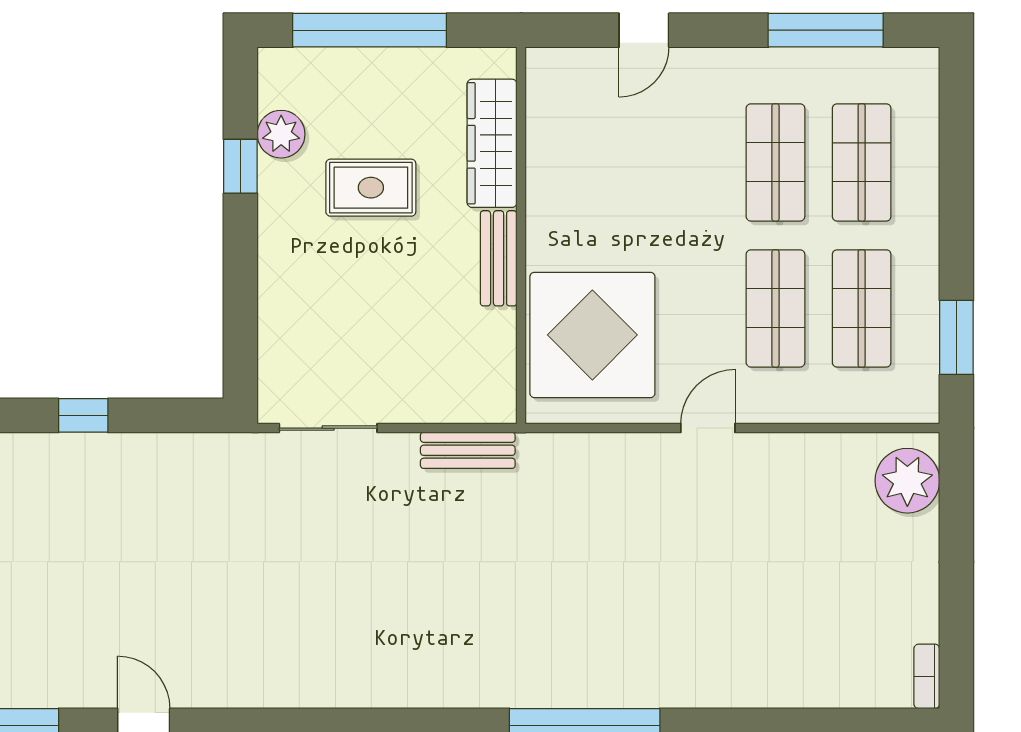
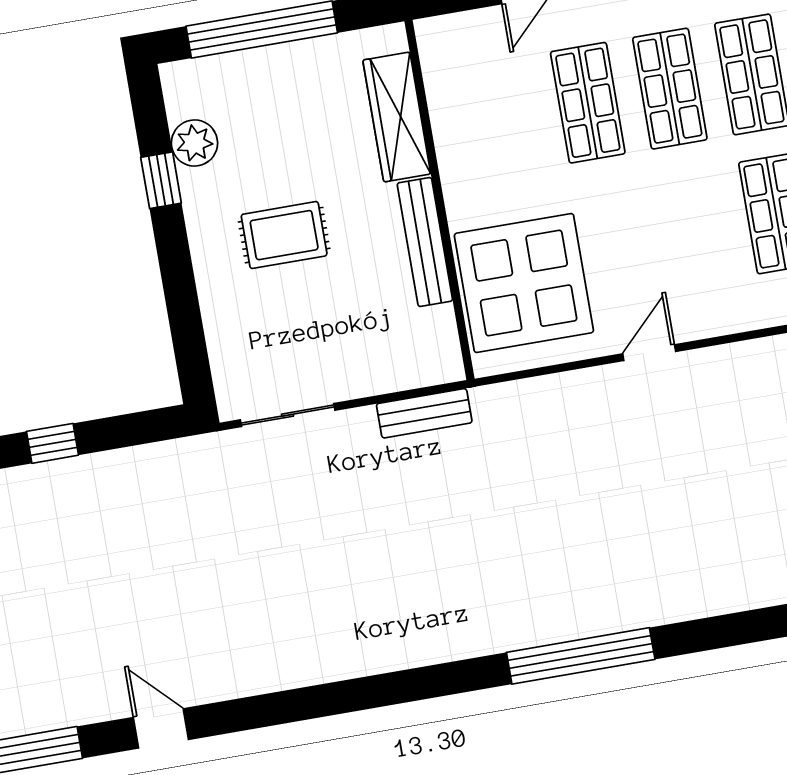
rug: (371, 188) -> (284, 235), moved
bench: (499, 258) -> (425, 242), width x1.36
shop shelf: (775, 308) -> (588, 103), moved

